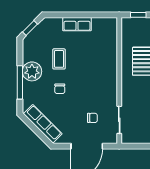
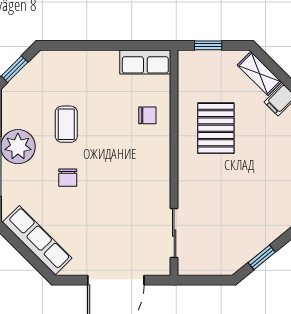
row of seats: (77, 24) -> (145, 62), moved
chair: (92, 118) -> (147, 115), moved

